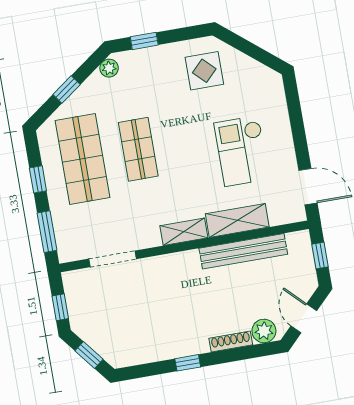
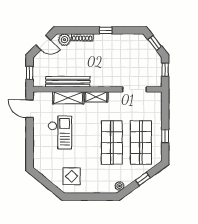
window: (144, 41) -> (99, 197), removed
shop shelf: (138, 149) -> (112, 142), width x1.43, depth x1.36
window: (47, 232) -> (165, 109), removed
door: (304, 318) -> (43, 43), hinge flipped

